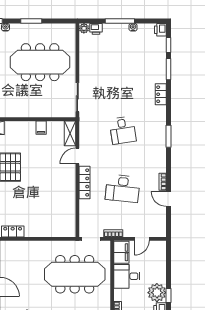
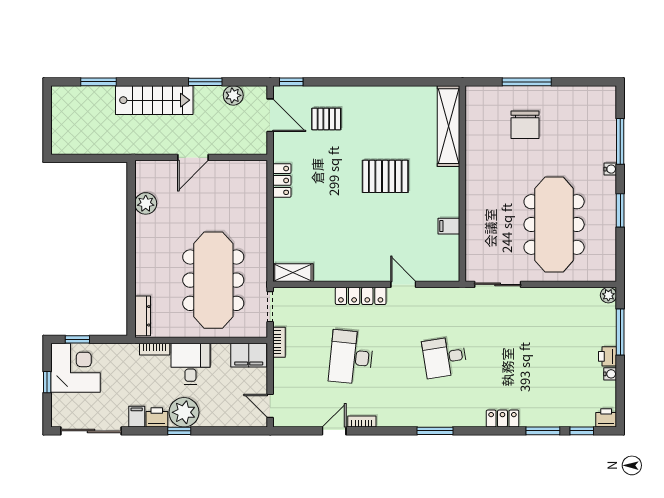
window: (120, 21) -> (620, 332), moved
printer: (96, 29) -> (608, 356), moved
shelving: (70, 133) -> (293, 273), moved
door: (142, 239) -> (270, 406), moved
desk: (127, 276) -> (190, 364), moved

